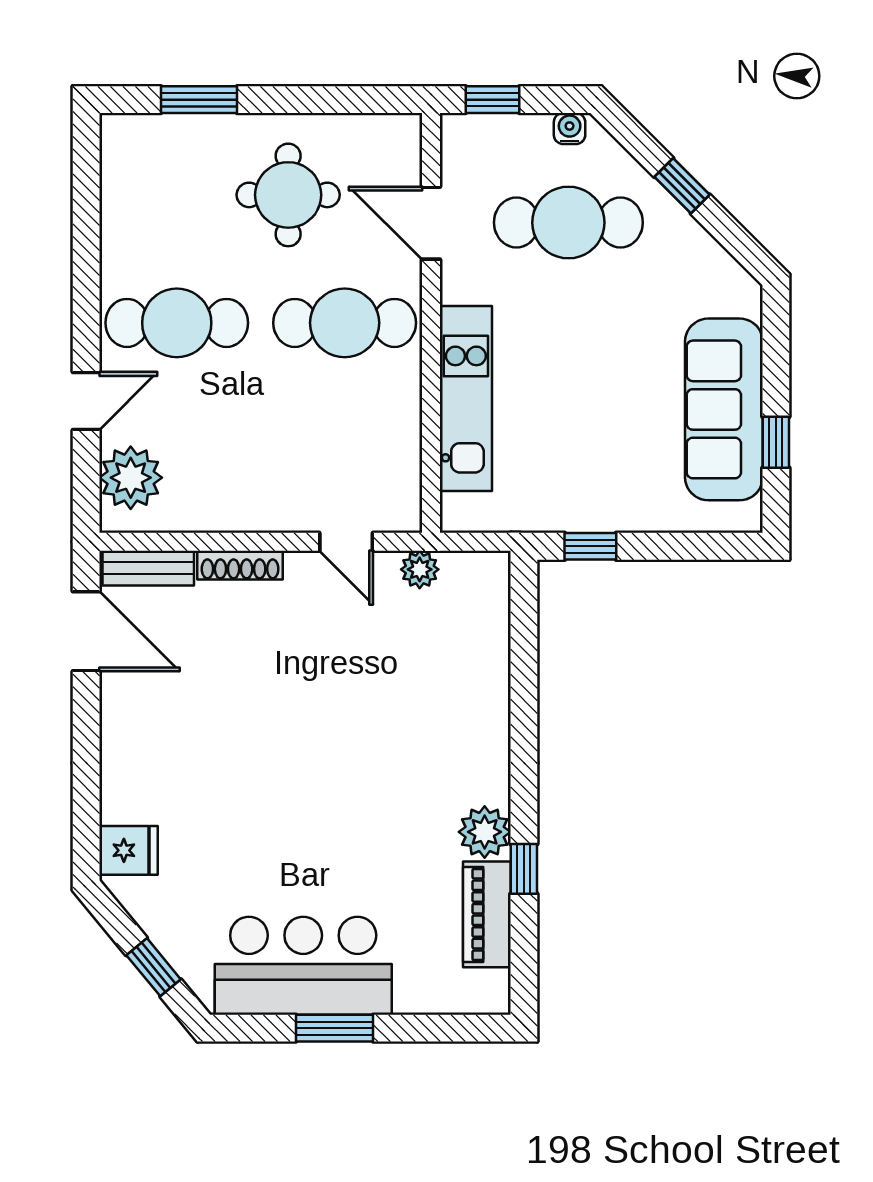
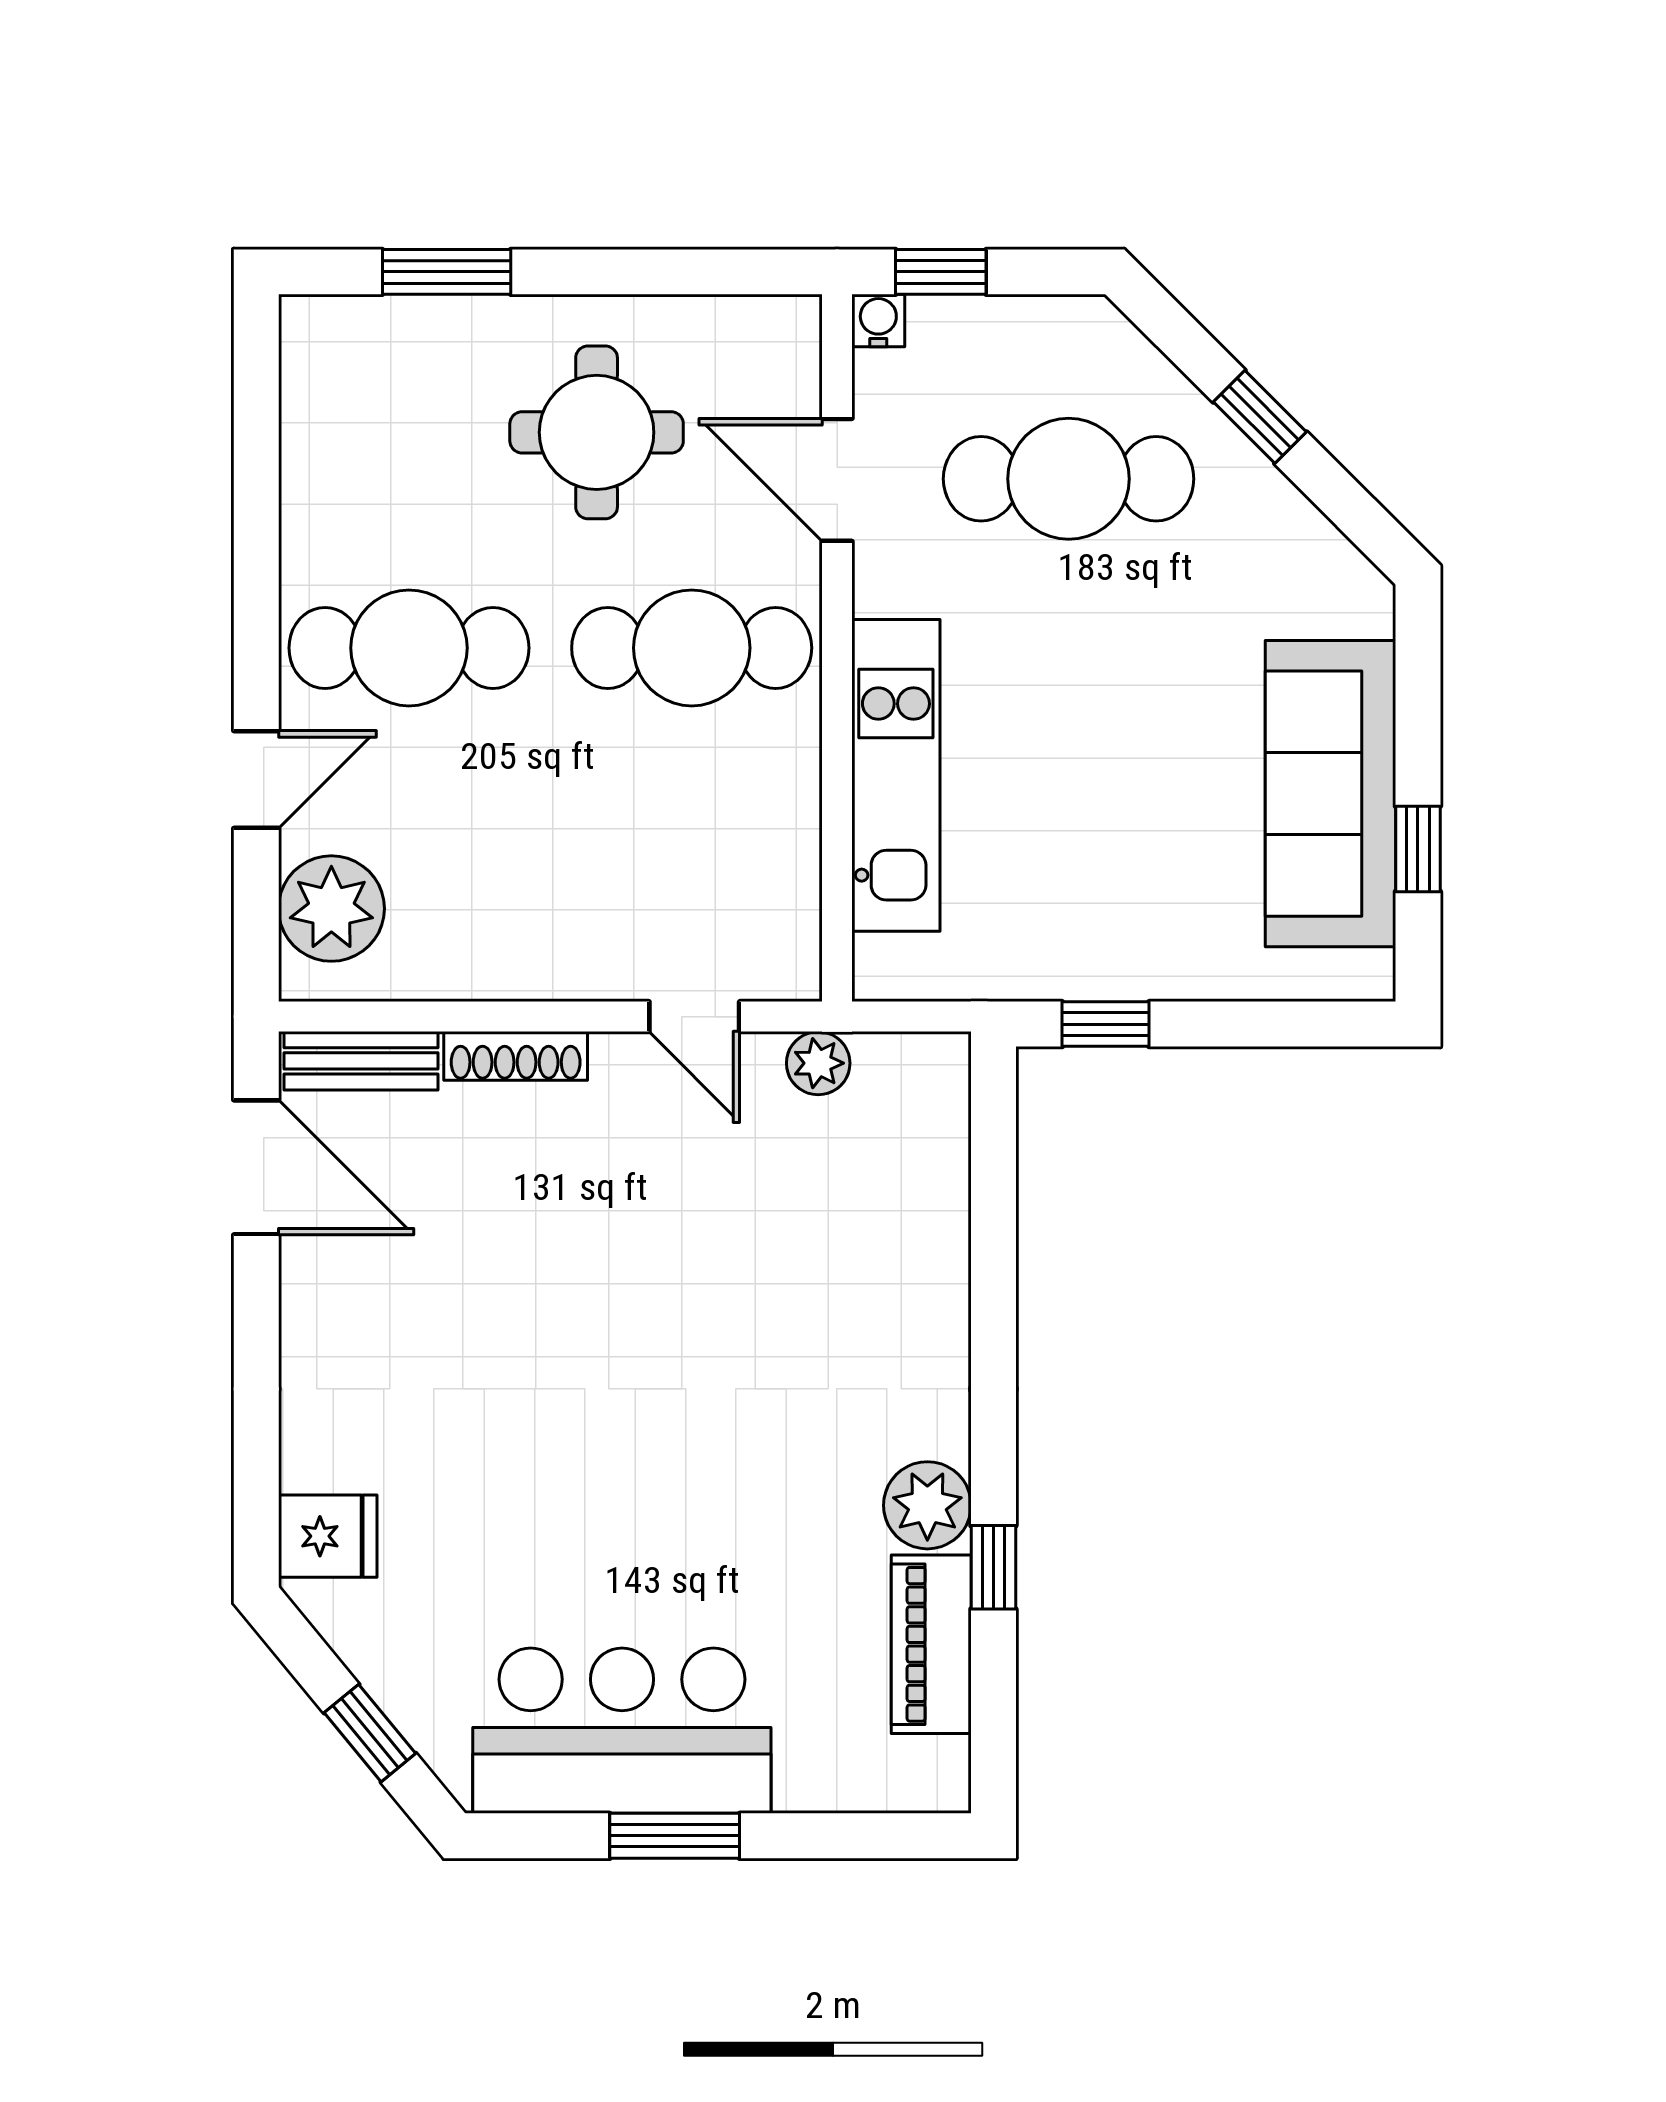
water cooler: (570, 129) -> (878, 321), moved

